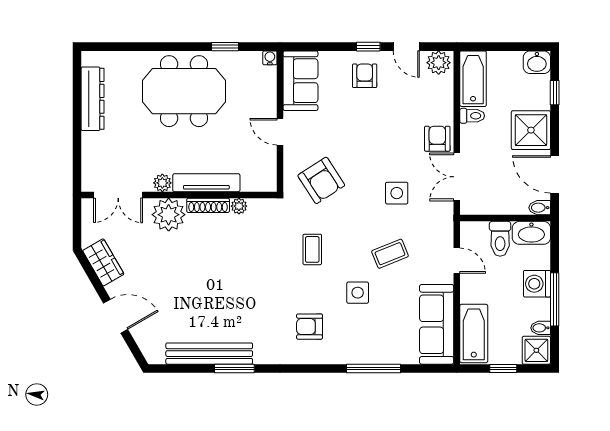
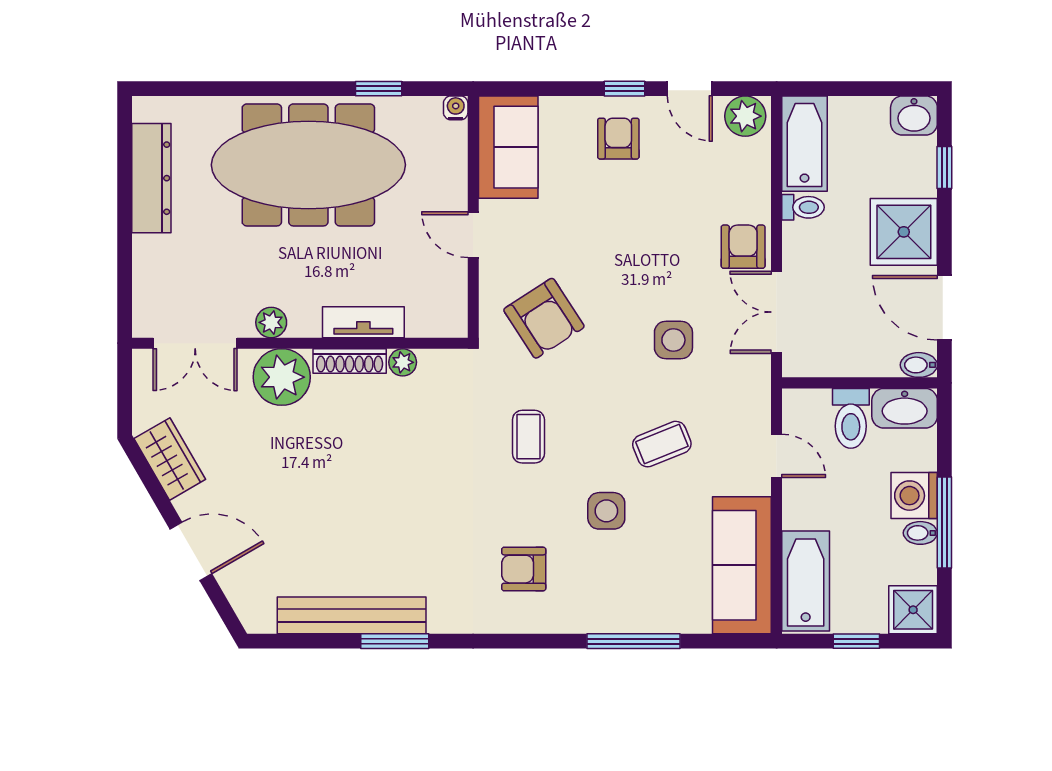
meeting table: (184, 91) -> (308, 165), width x1.36
tv unit: (206, 183) -> (363, 322), width x0.71
bidet: (541, 328) -> (920, 533), moved

